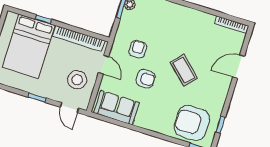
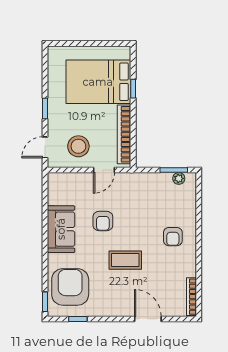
armchair: (138, 49) -> (173, 237), moved, turned 90
coffee table: (184, 70) -> (125, 260), turned 47
sofa: (117, 108) -> (61, 229), moved

